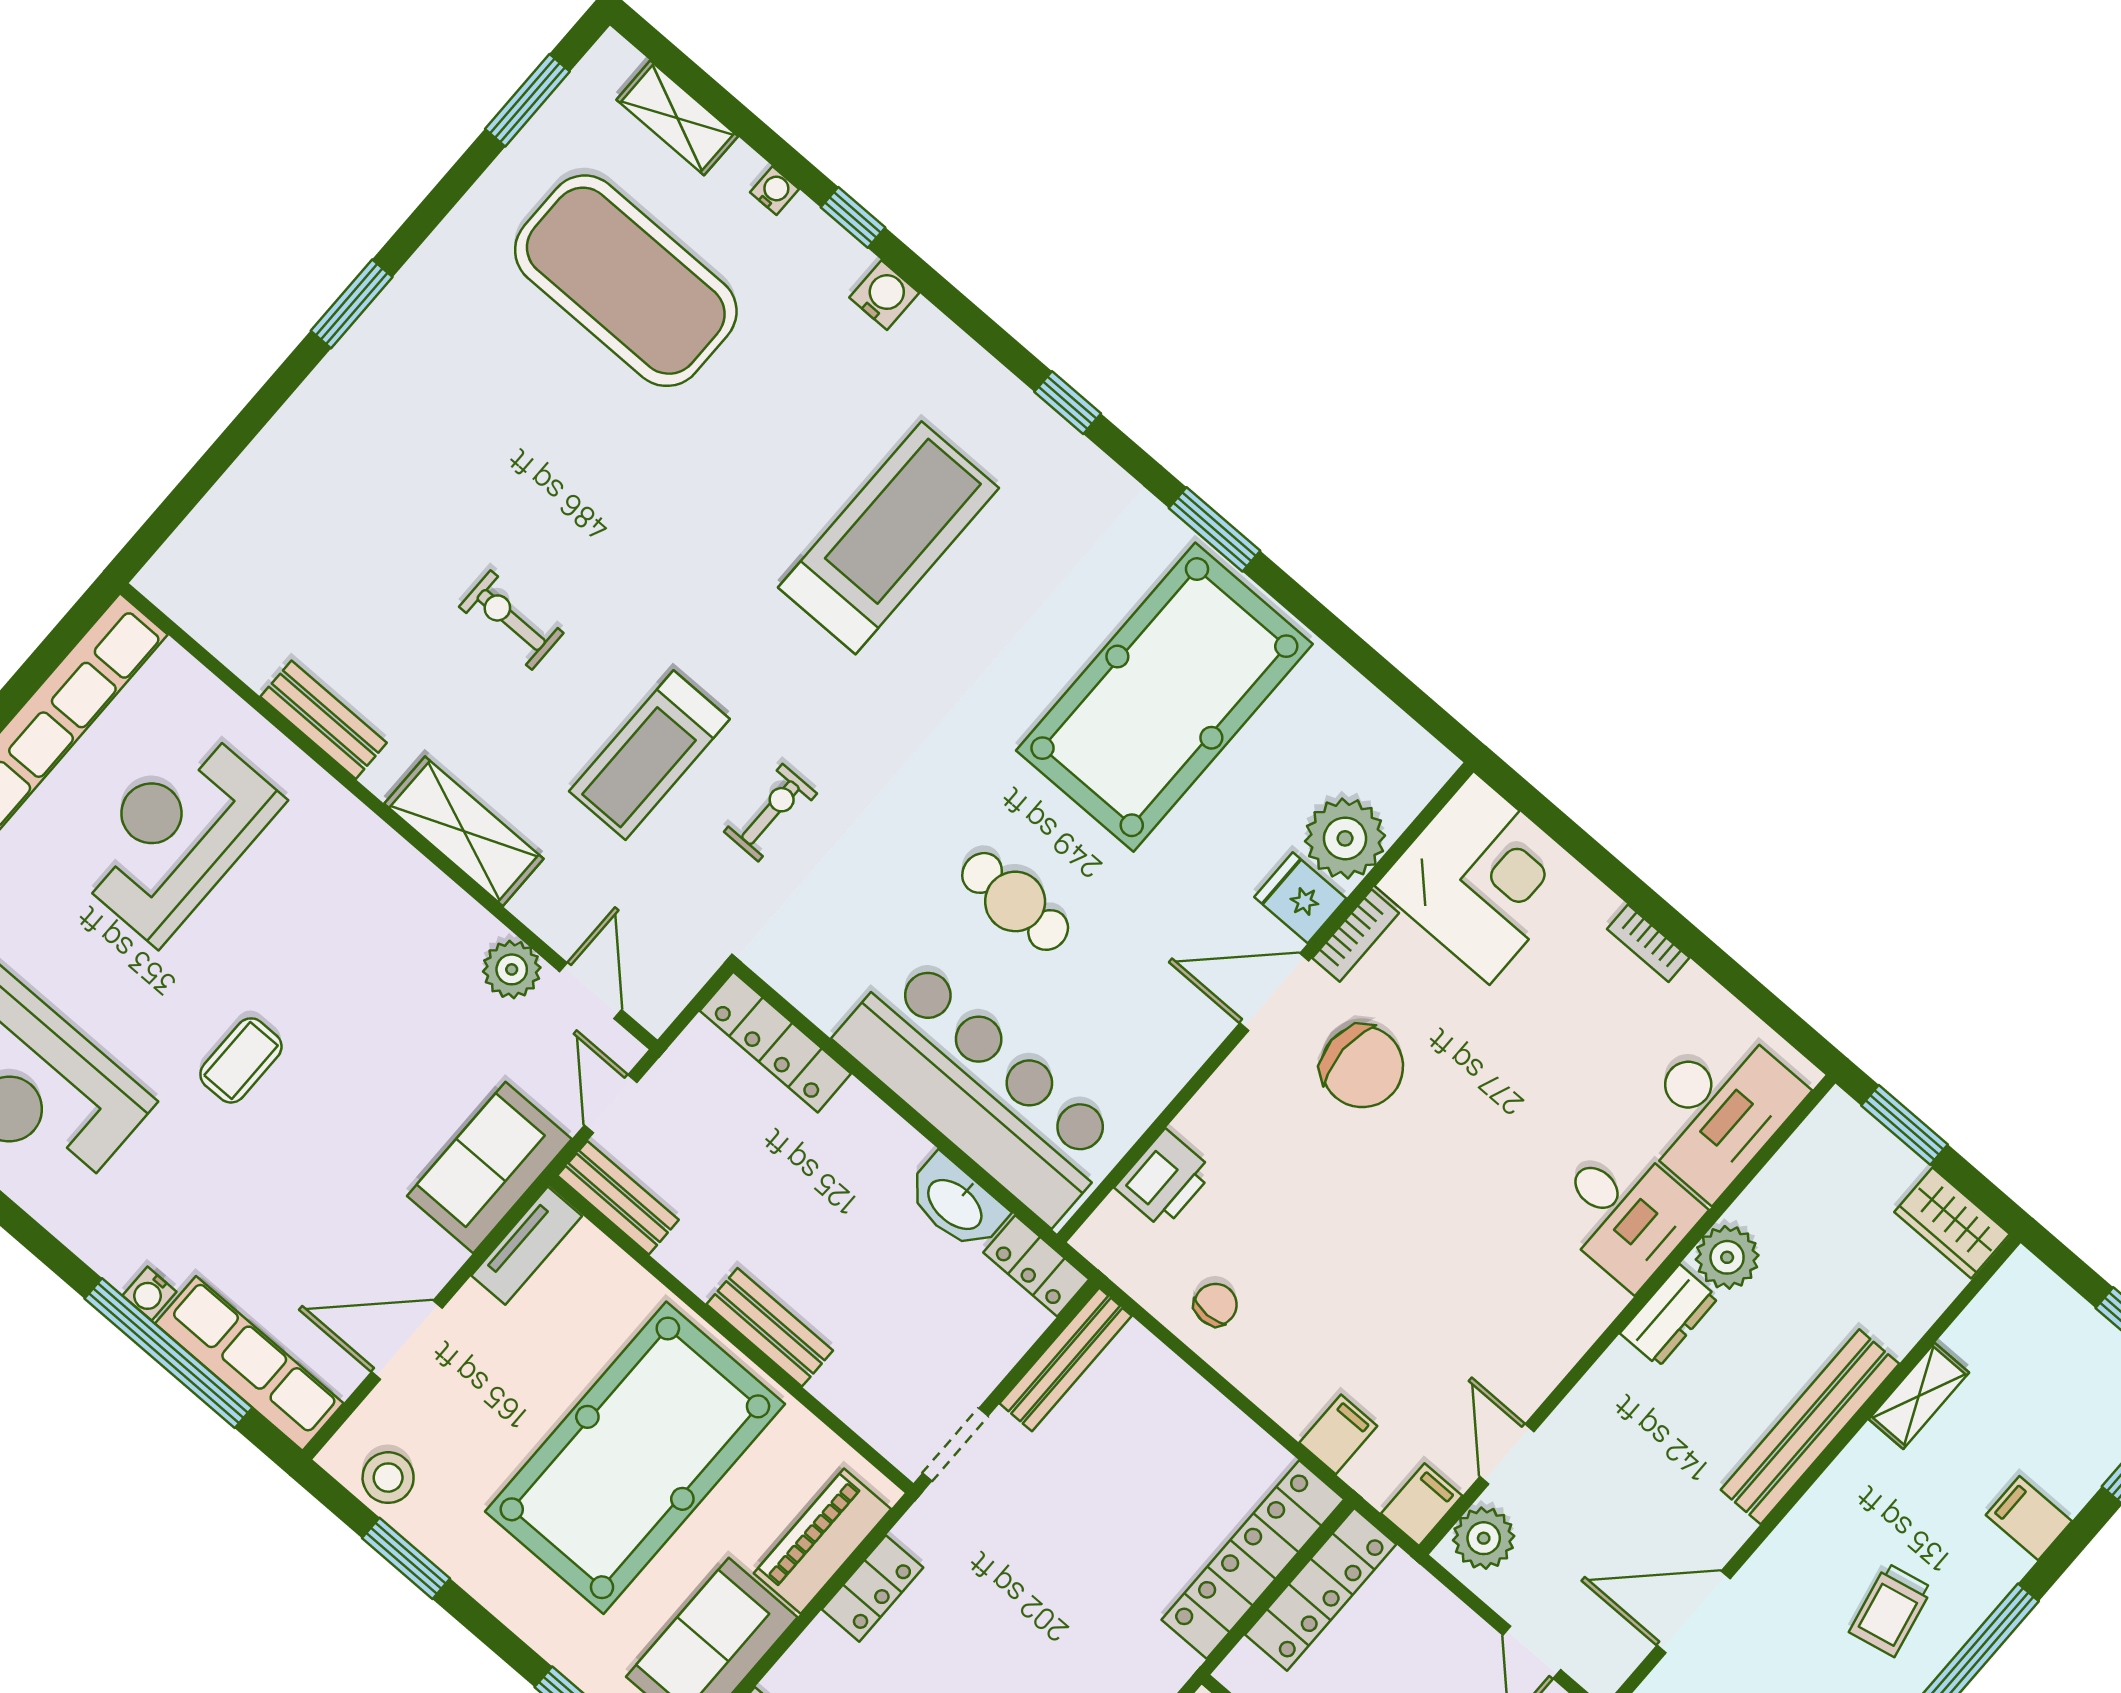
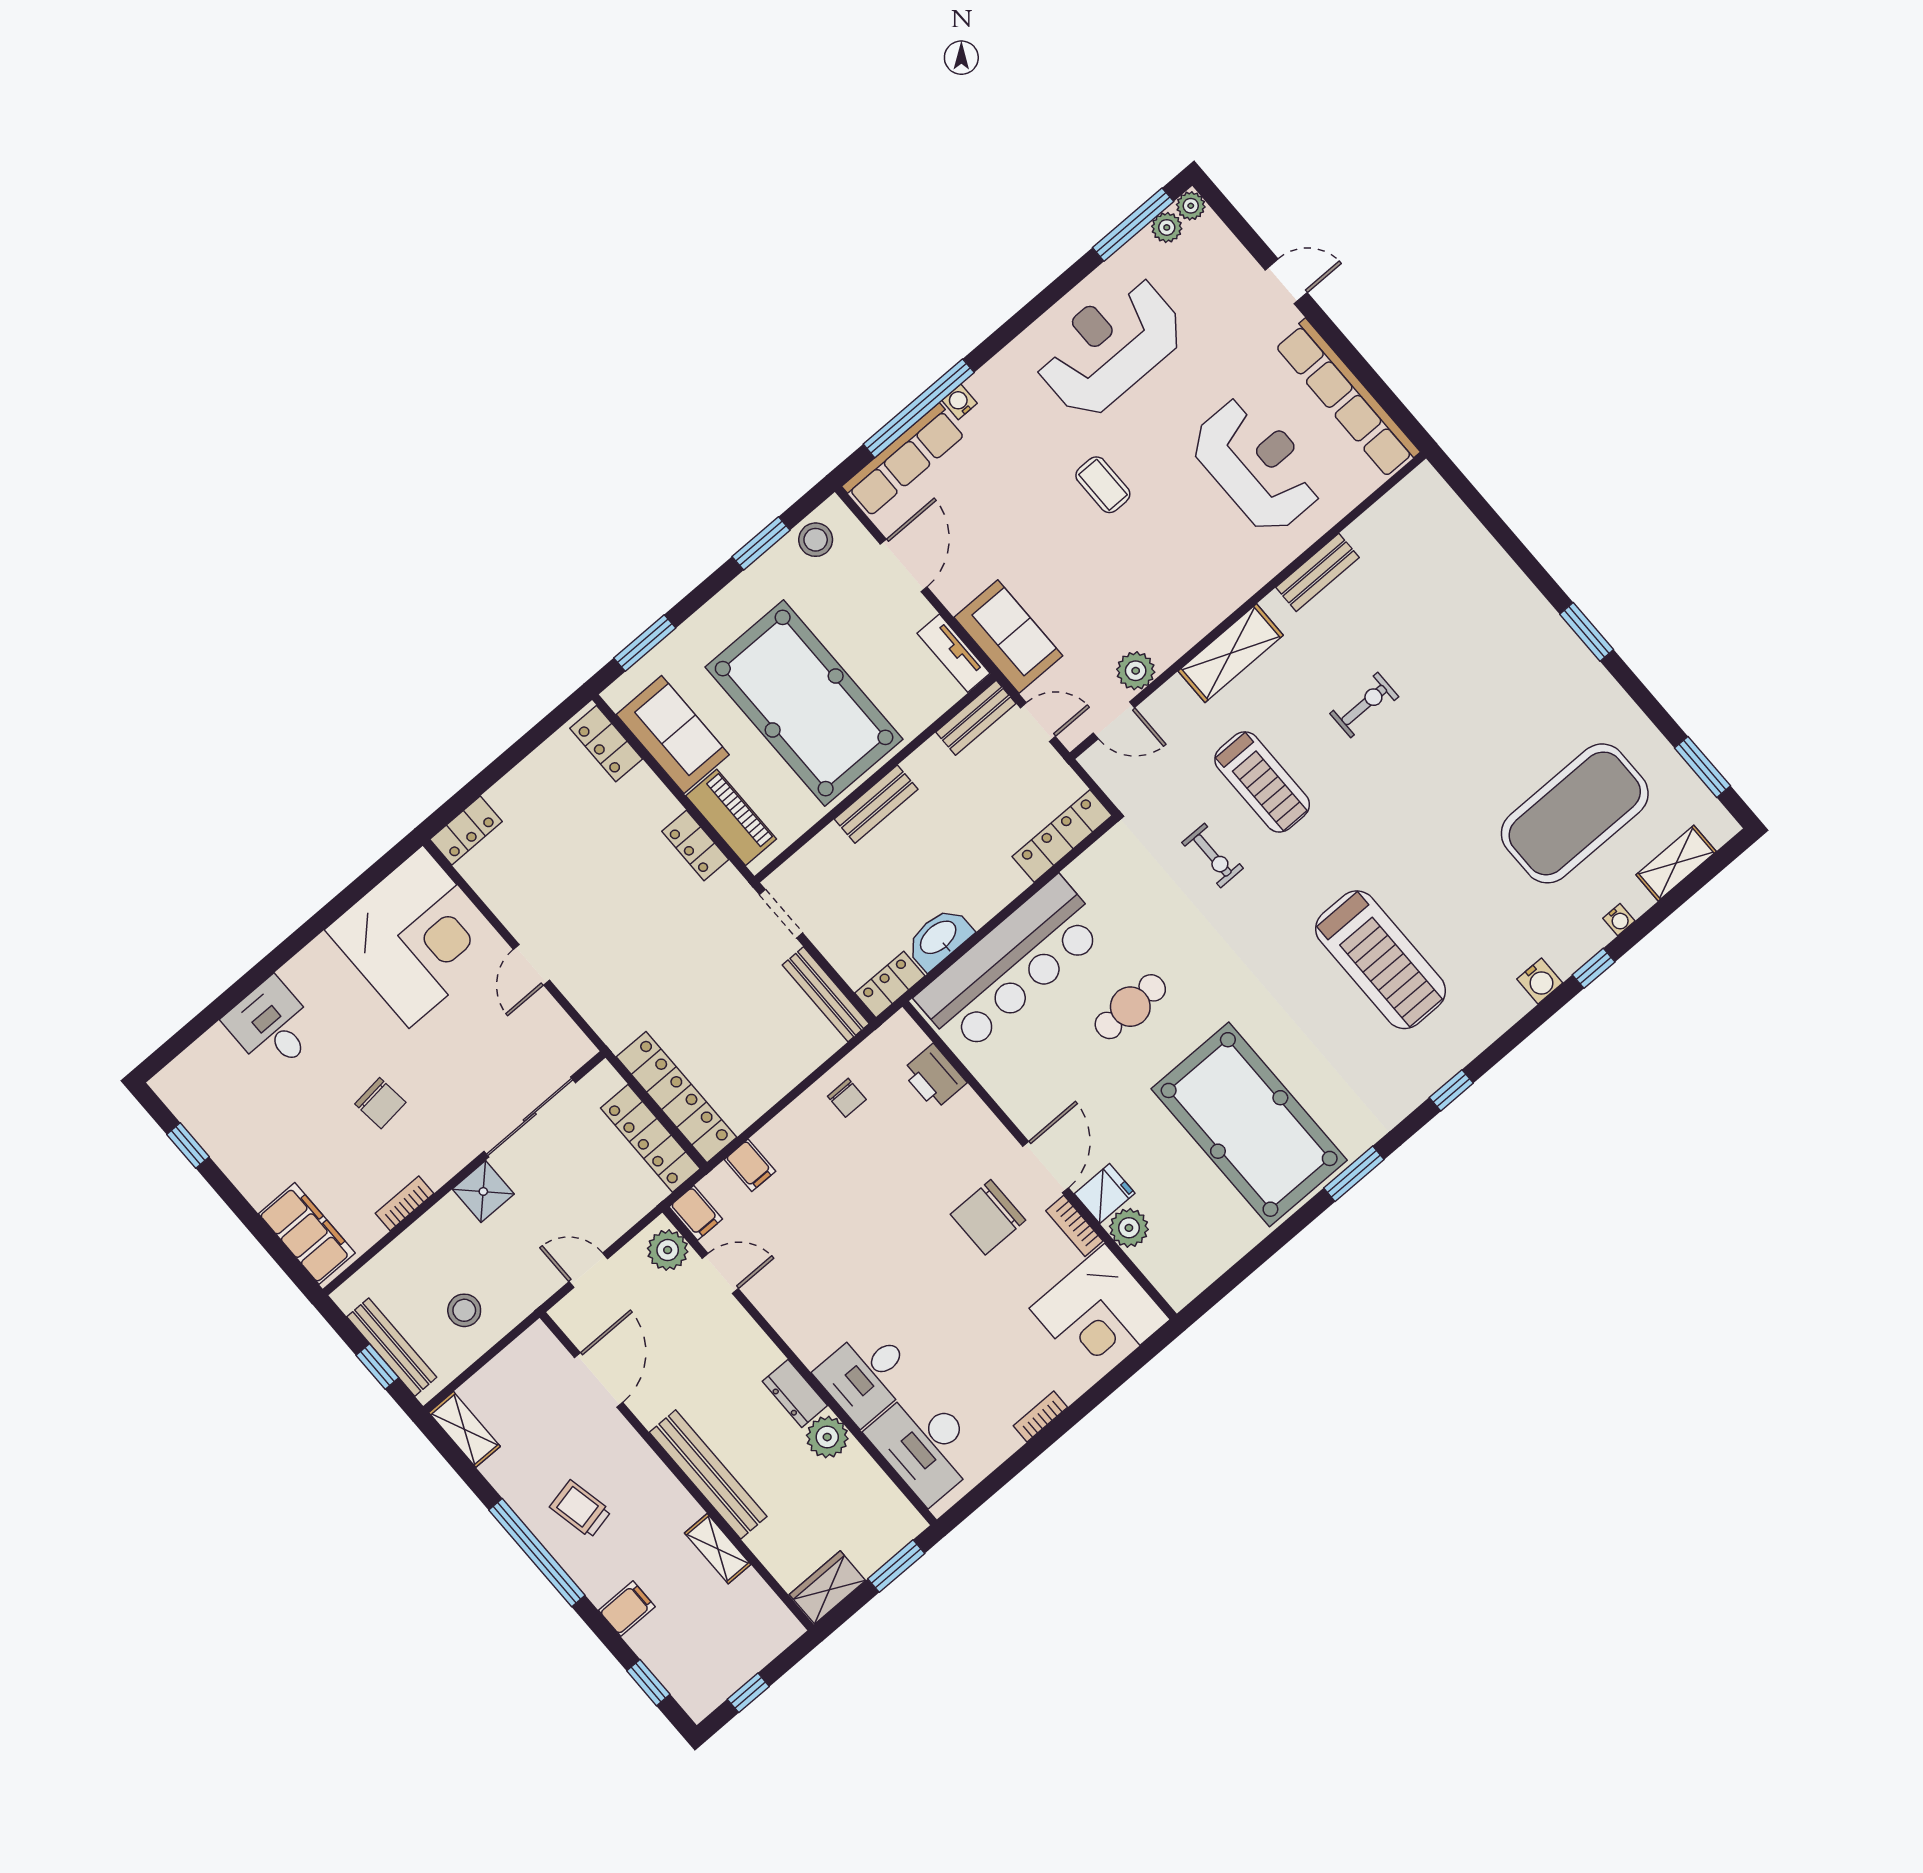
treadmill: (649, 755) -> (1262, 782), turned 180
plant: (1345, 838) -> (1129, 1228), width x0.73, depth x0.73

